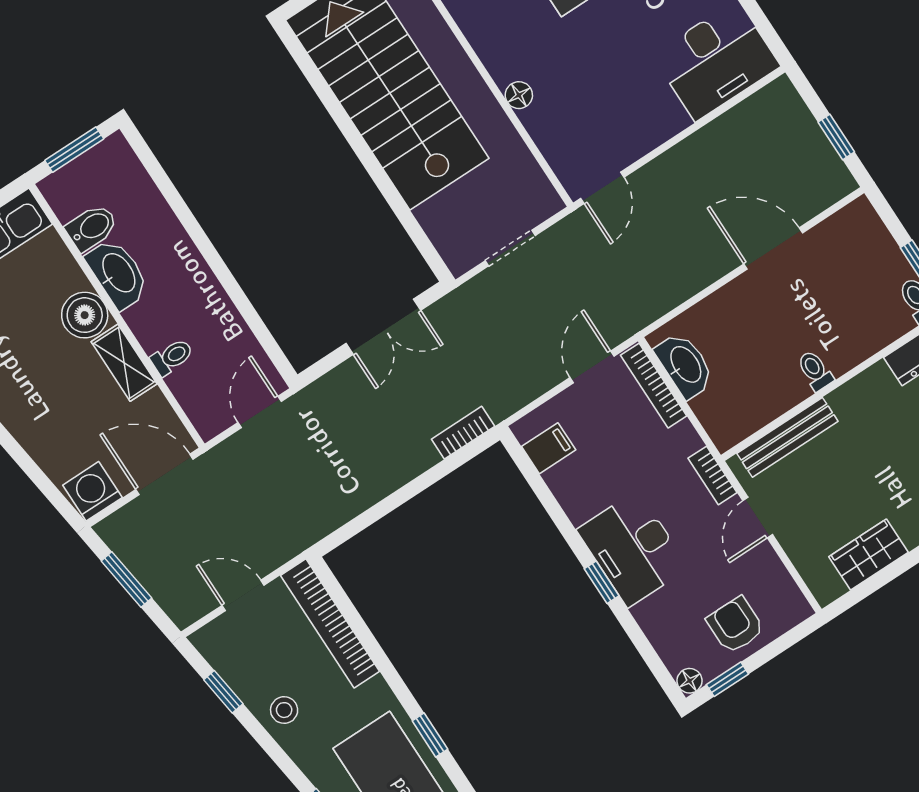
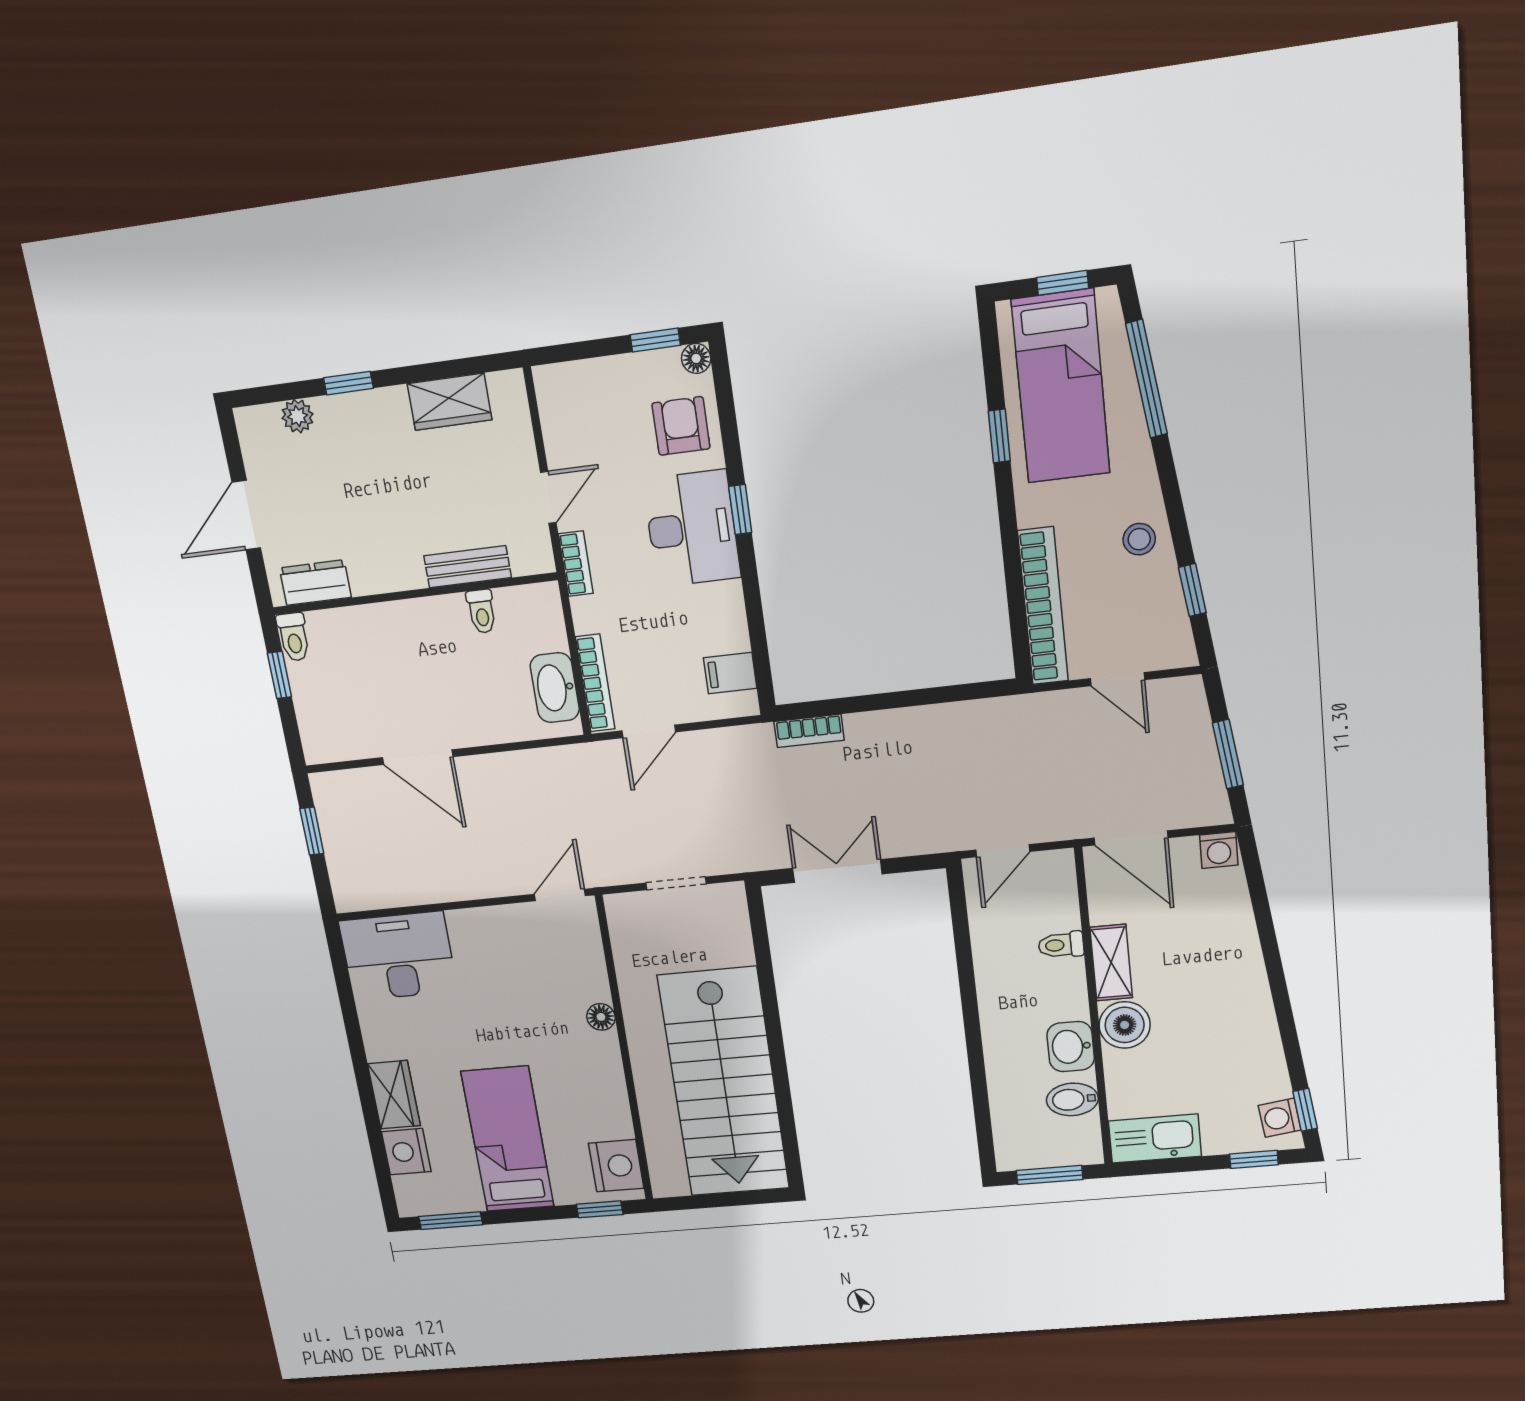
washbasin: (118, 273) -> (1071, 1047), width x0.72
toilet: (815, 371) -> (482, 611), moved
bench: (787, 437) -> (468, 567), width x0.73
washing machine: (92, 491) -> (1219, 850), width x0.73, depth x0.73
armchair: (735, 625) -> (681, 426), moved, turned 180

